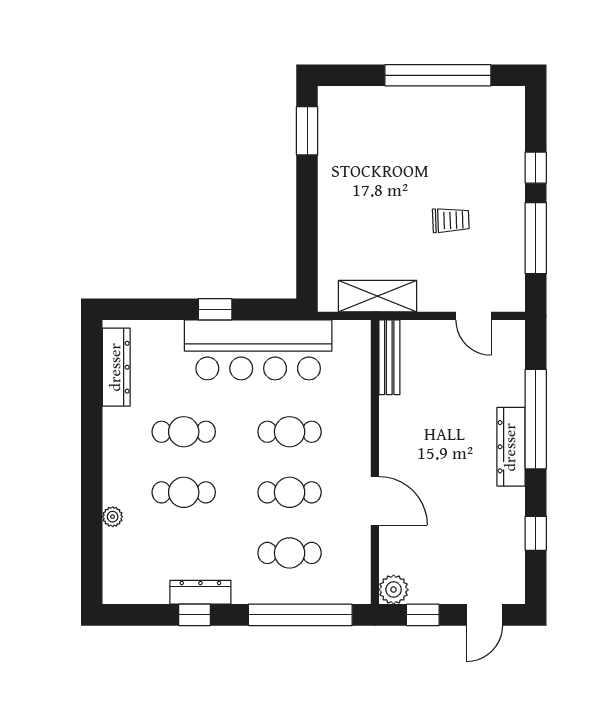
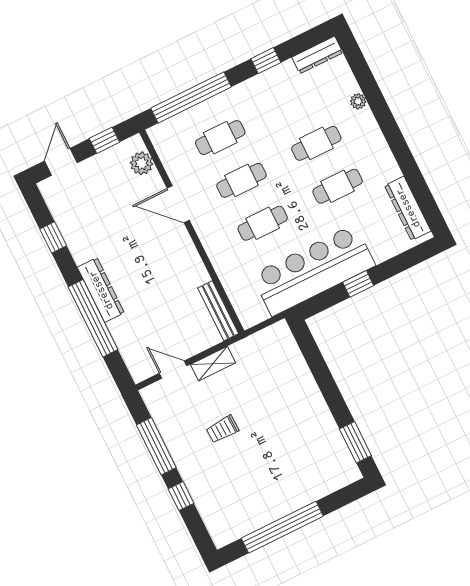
shelving: (378, 296) -> (213, 364), moved, width x0.67, depth x0.75
plant: (394, 590) -> (142, 163), moved
dresser: (200, 592) -> (317, 55), moved

